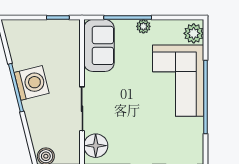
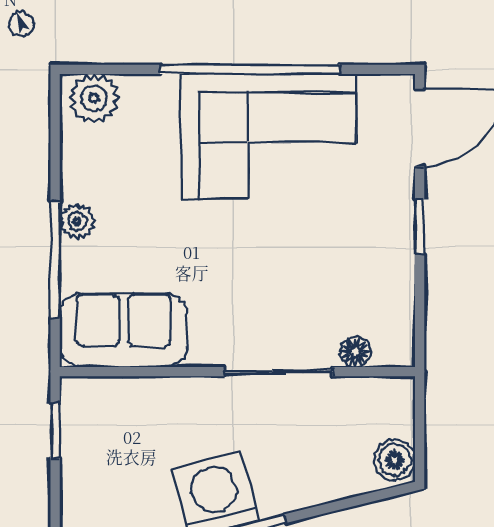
corner sofa: (178, 81) -> (269, 136), moved
floor lamp: (96, 146) -> (355, 352), width x0.53, depth x0.53

